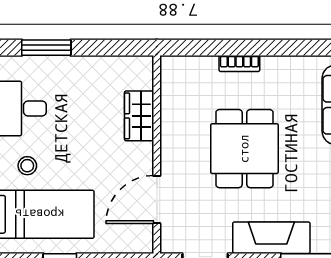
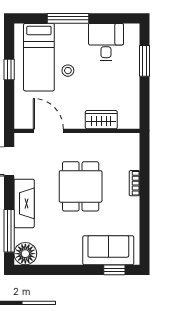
dining table: (244, 149) -> (81, 186), turned 90
stool: (27, 166) -> (68, 71), moved

